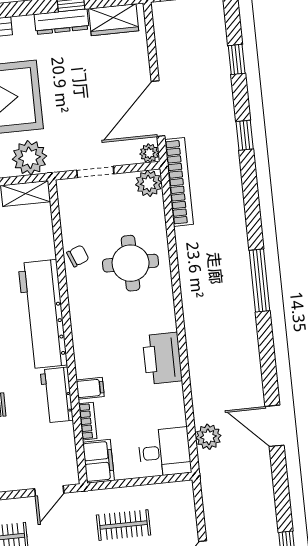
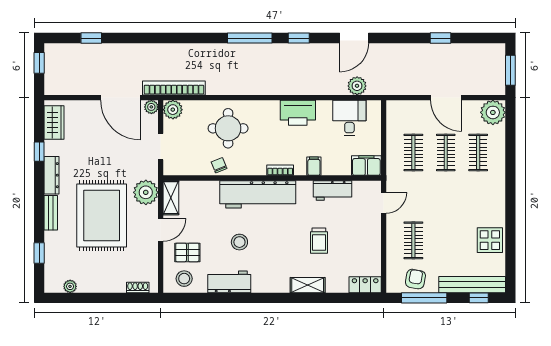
dresser: (62, 22) -> (52, 175), moved
window: (245, 135) -> (299, 38), moved
workbench: (57, 395) -> (333, 190), moved
bookcase: (88, 421) -> (280, 170), moved
desk: (165, 452) -> (349, 118), moved
door: (49, 491) -> (384, 203), hinge flipped

